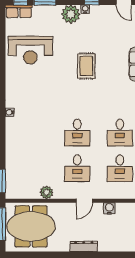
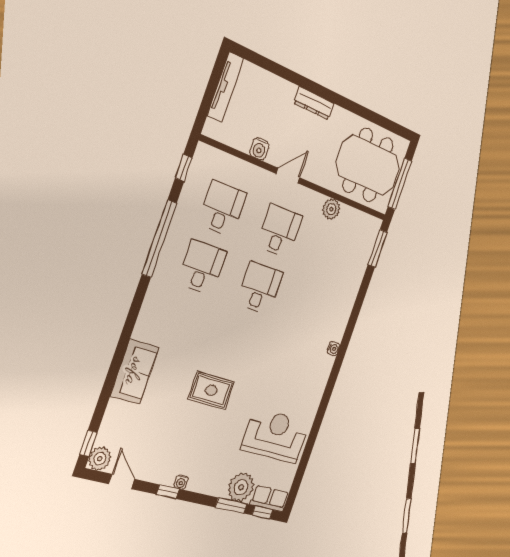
plant: (71, 14) -> (241, 487), moved
rug: (86, 66) -> (211, 390), turned 90

